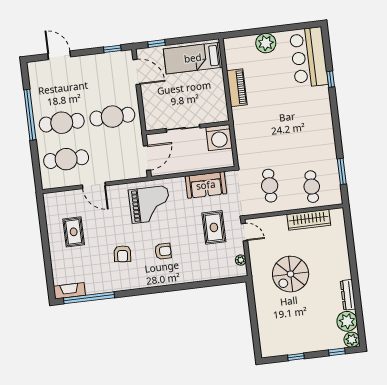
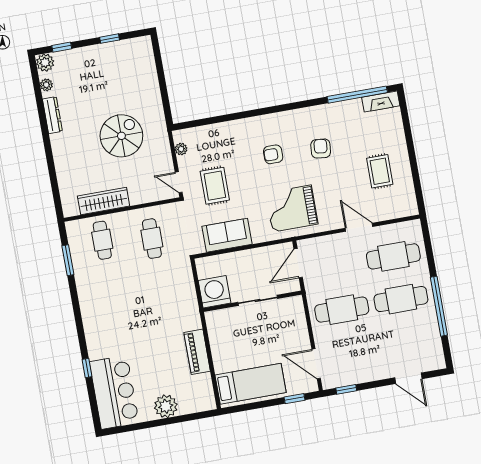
plant: (347, 321) -> (46, 85), width x0.53, depth x0.53

